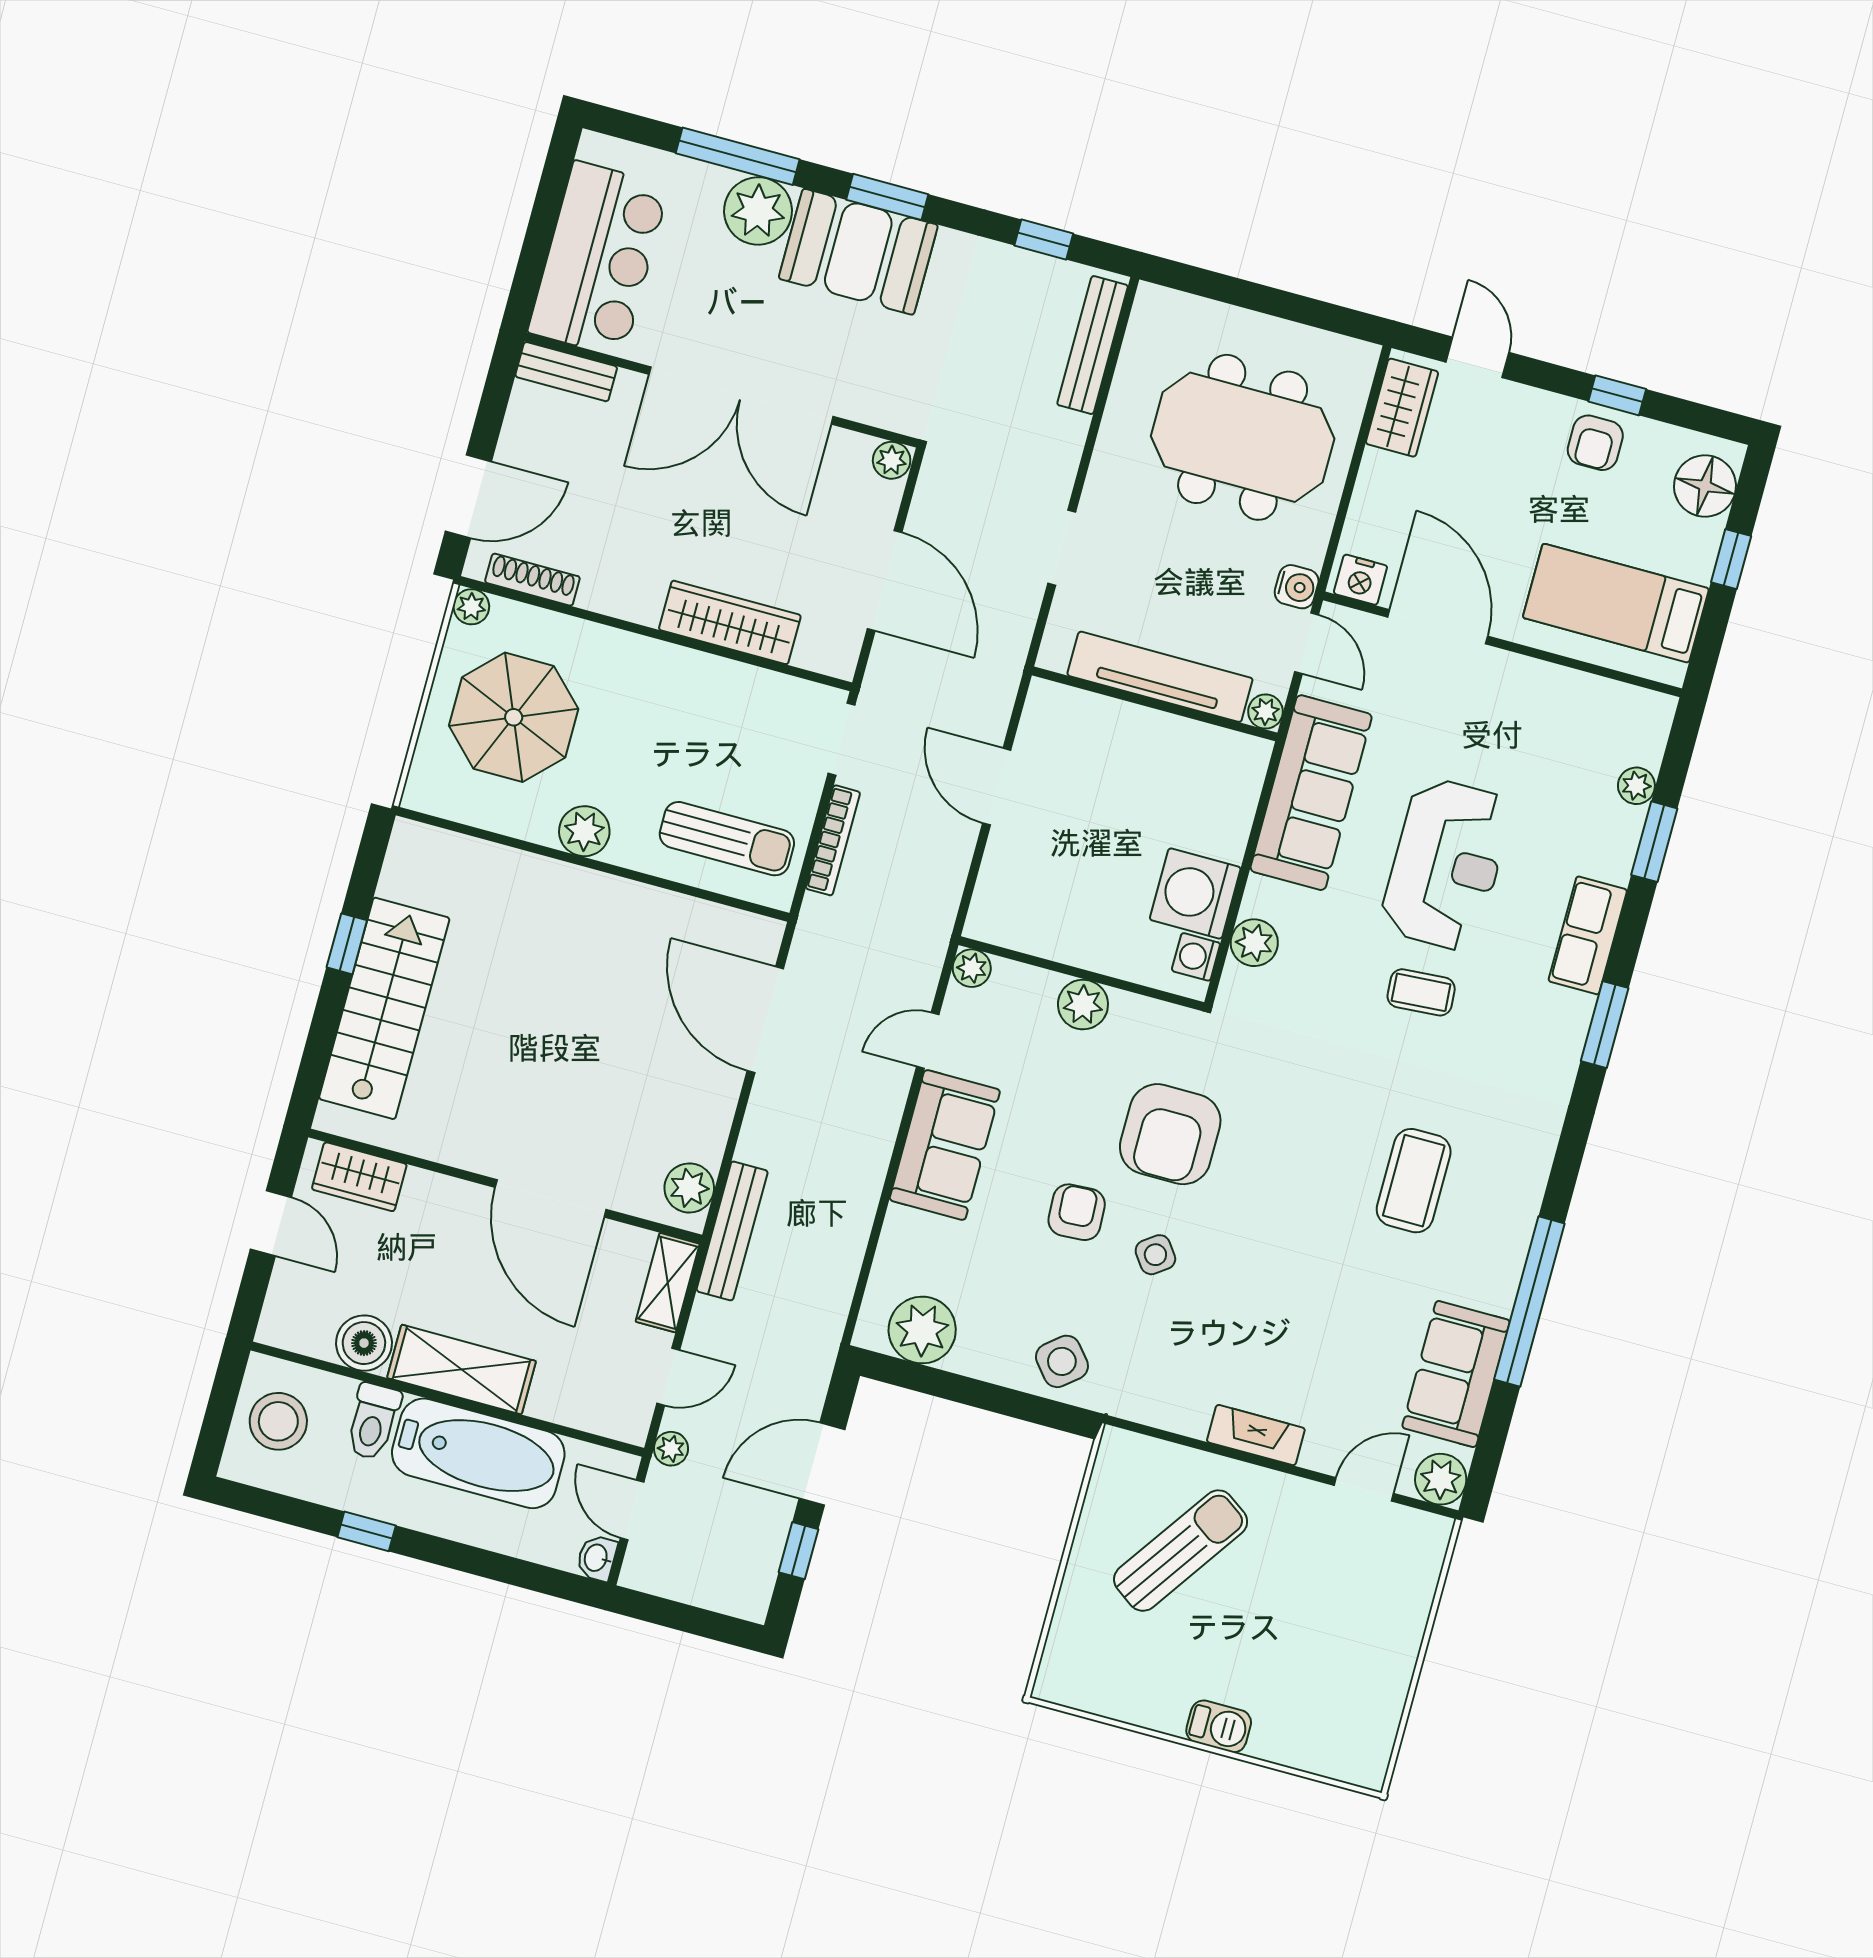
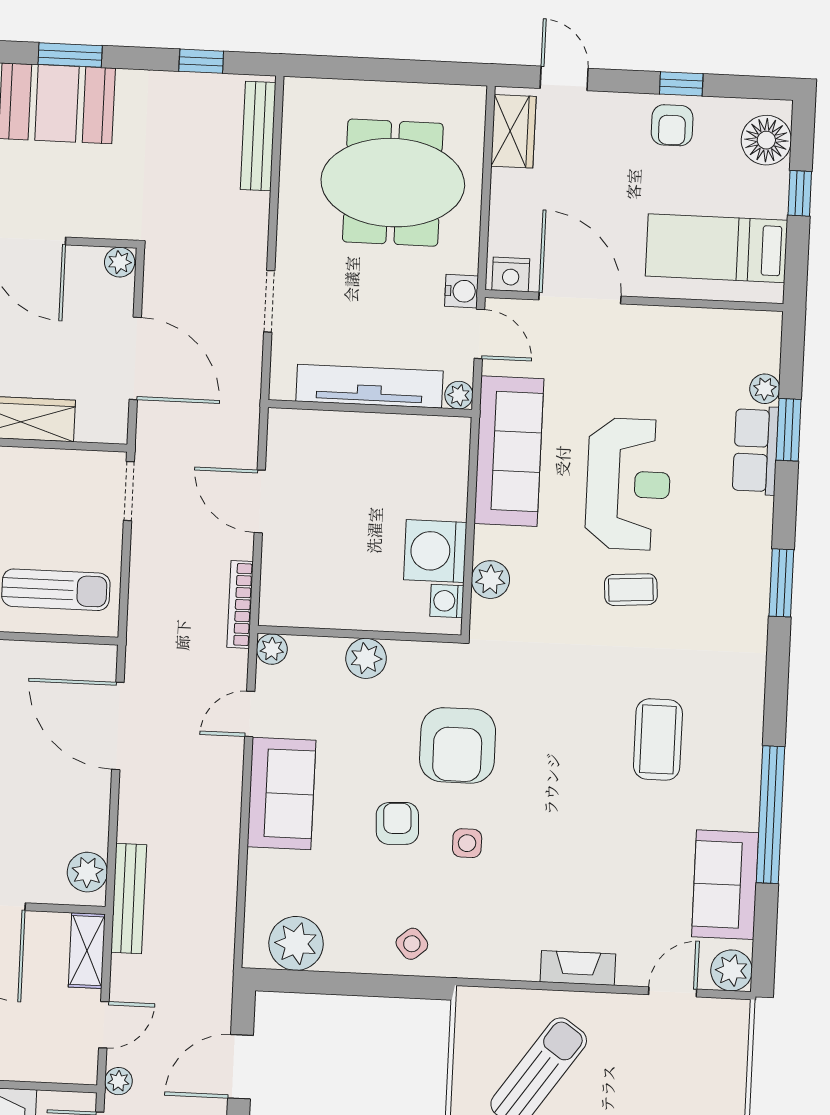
bookcase: (833, 840) -> (240, 604), moved, turned 180
row of seats: (1588, 935) -> (756, 450), moved
side table: (1155, 1255) -> (467, 843), turned 36
side table: (1062, 1361) -> (412, 944), width x0.73, depth x0.73

